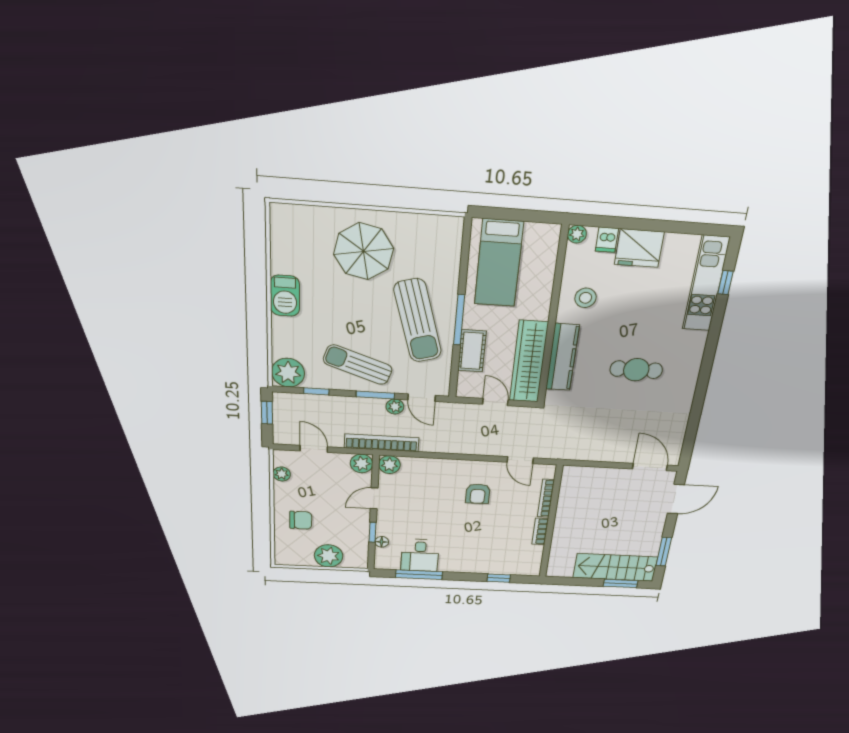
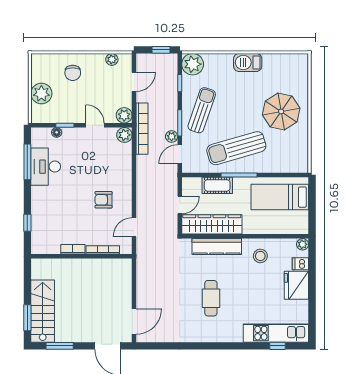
desk: (420, 555) -> (46, 167), width x1.37

